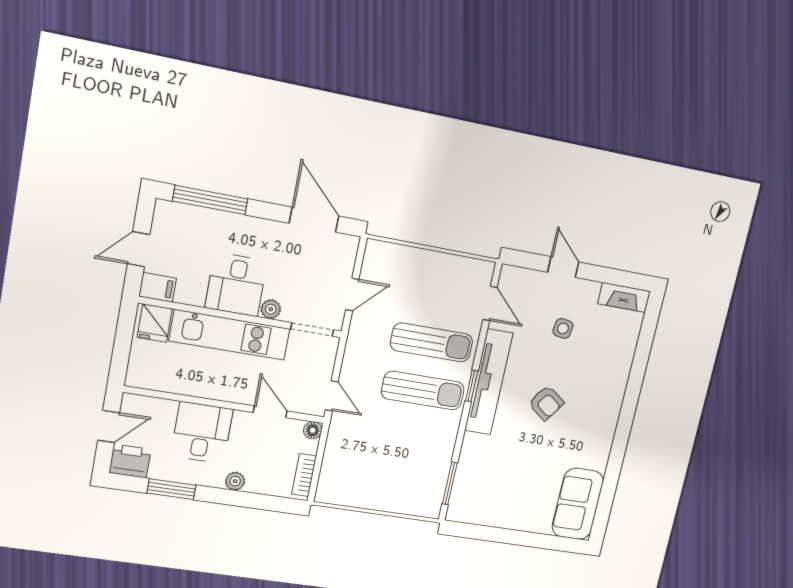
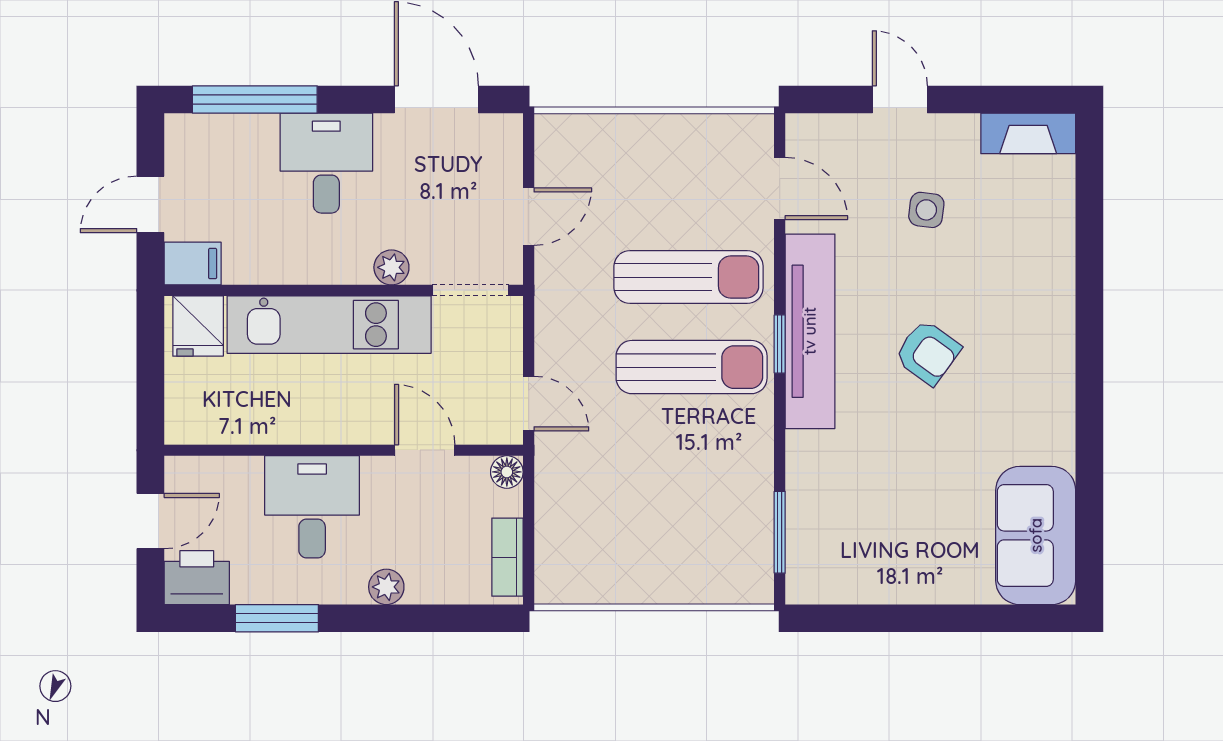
desk: (236, 284) -> (326, 163), moved, turned 180

